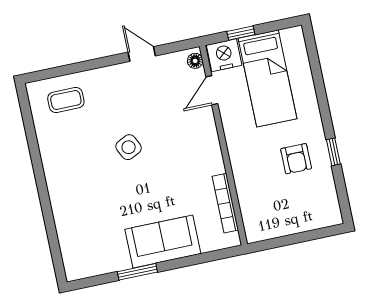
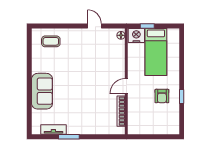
door: (212, 90) -> (126, 86), moved
side table: (129, 147) -> (78, 72), removed
sofa: (163, 242) -> (42, 91), moved, turned 90
tv unit: (106, 264) -> (53, 130), added

